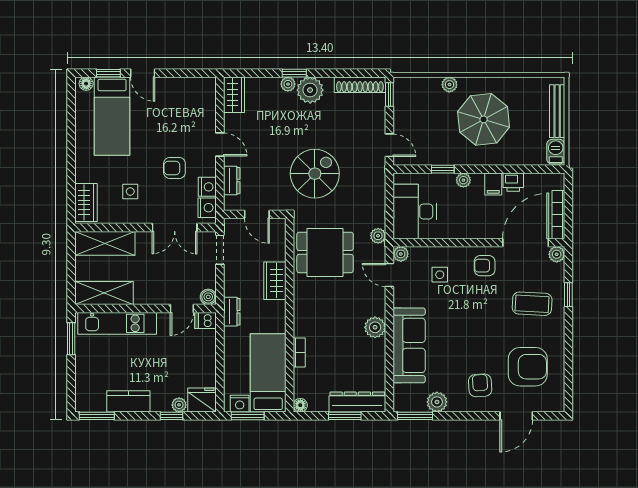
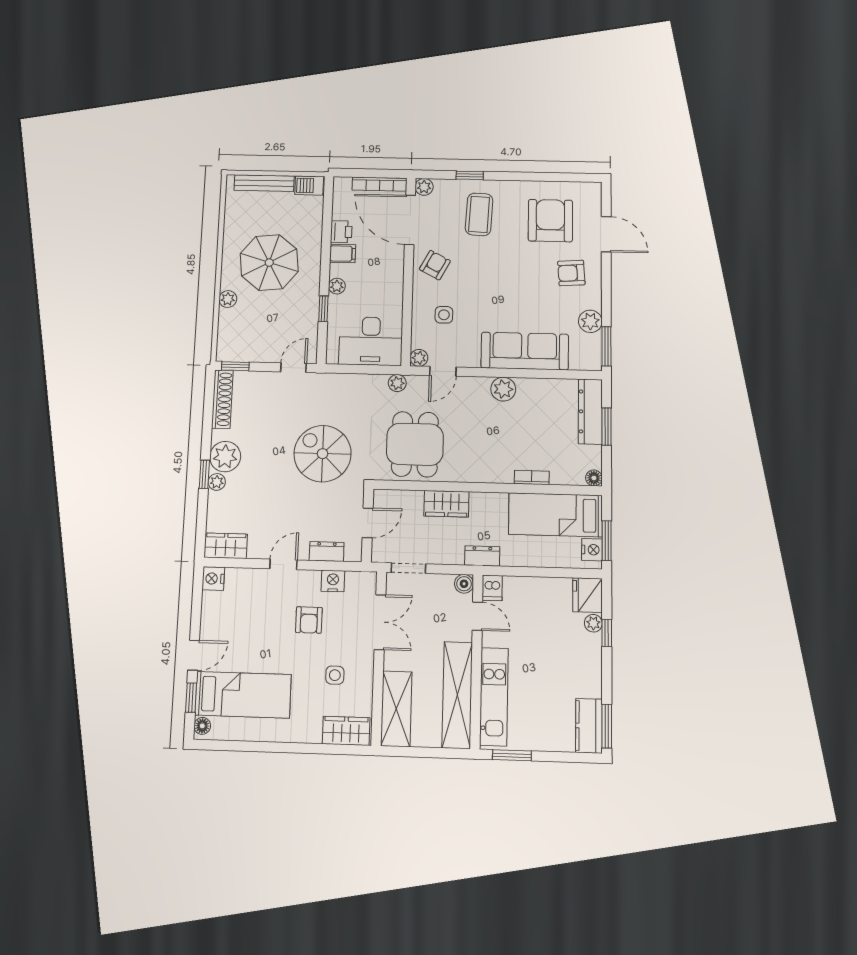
nightstand: (207, 208) -> (213, 579), moved, turned -90
armchair: (485, 266) -> (435, 265), turned -152
shelving: (104, 293) -> (457, 695), width x1.47
kitchen counter: (128, 401) -> (589, 726), moved

